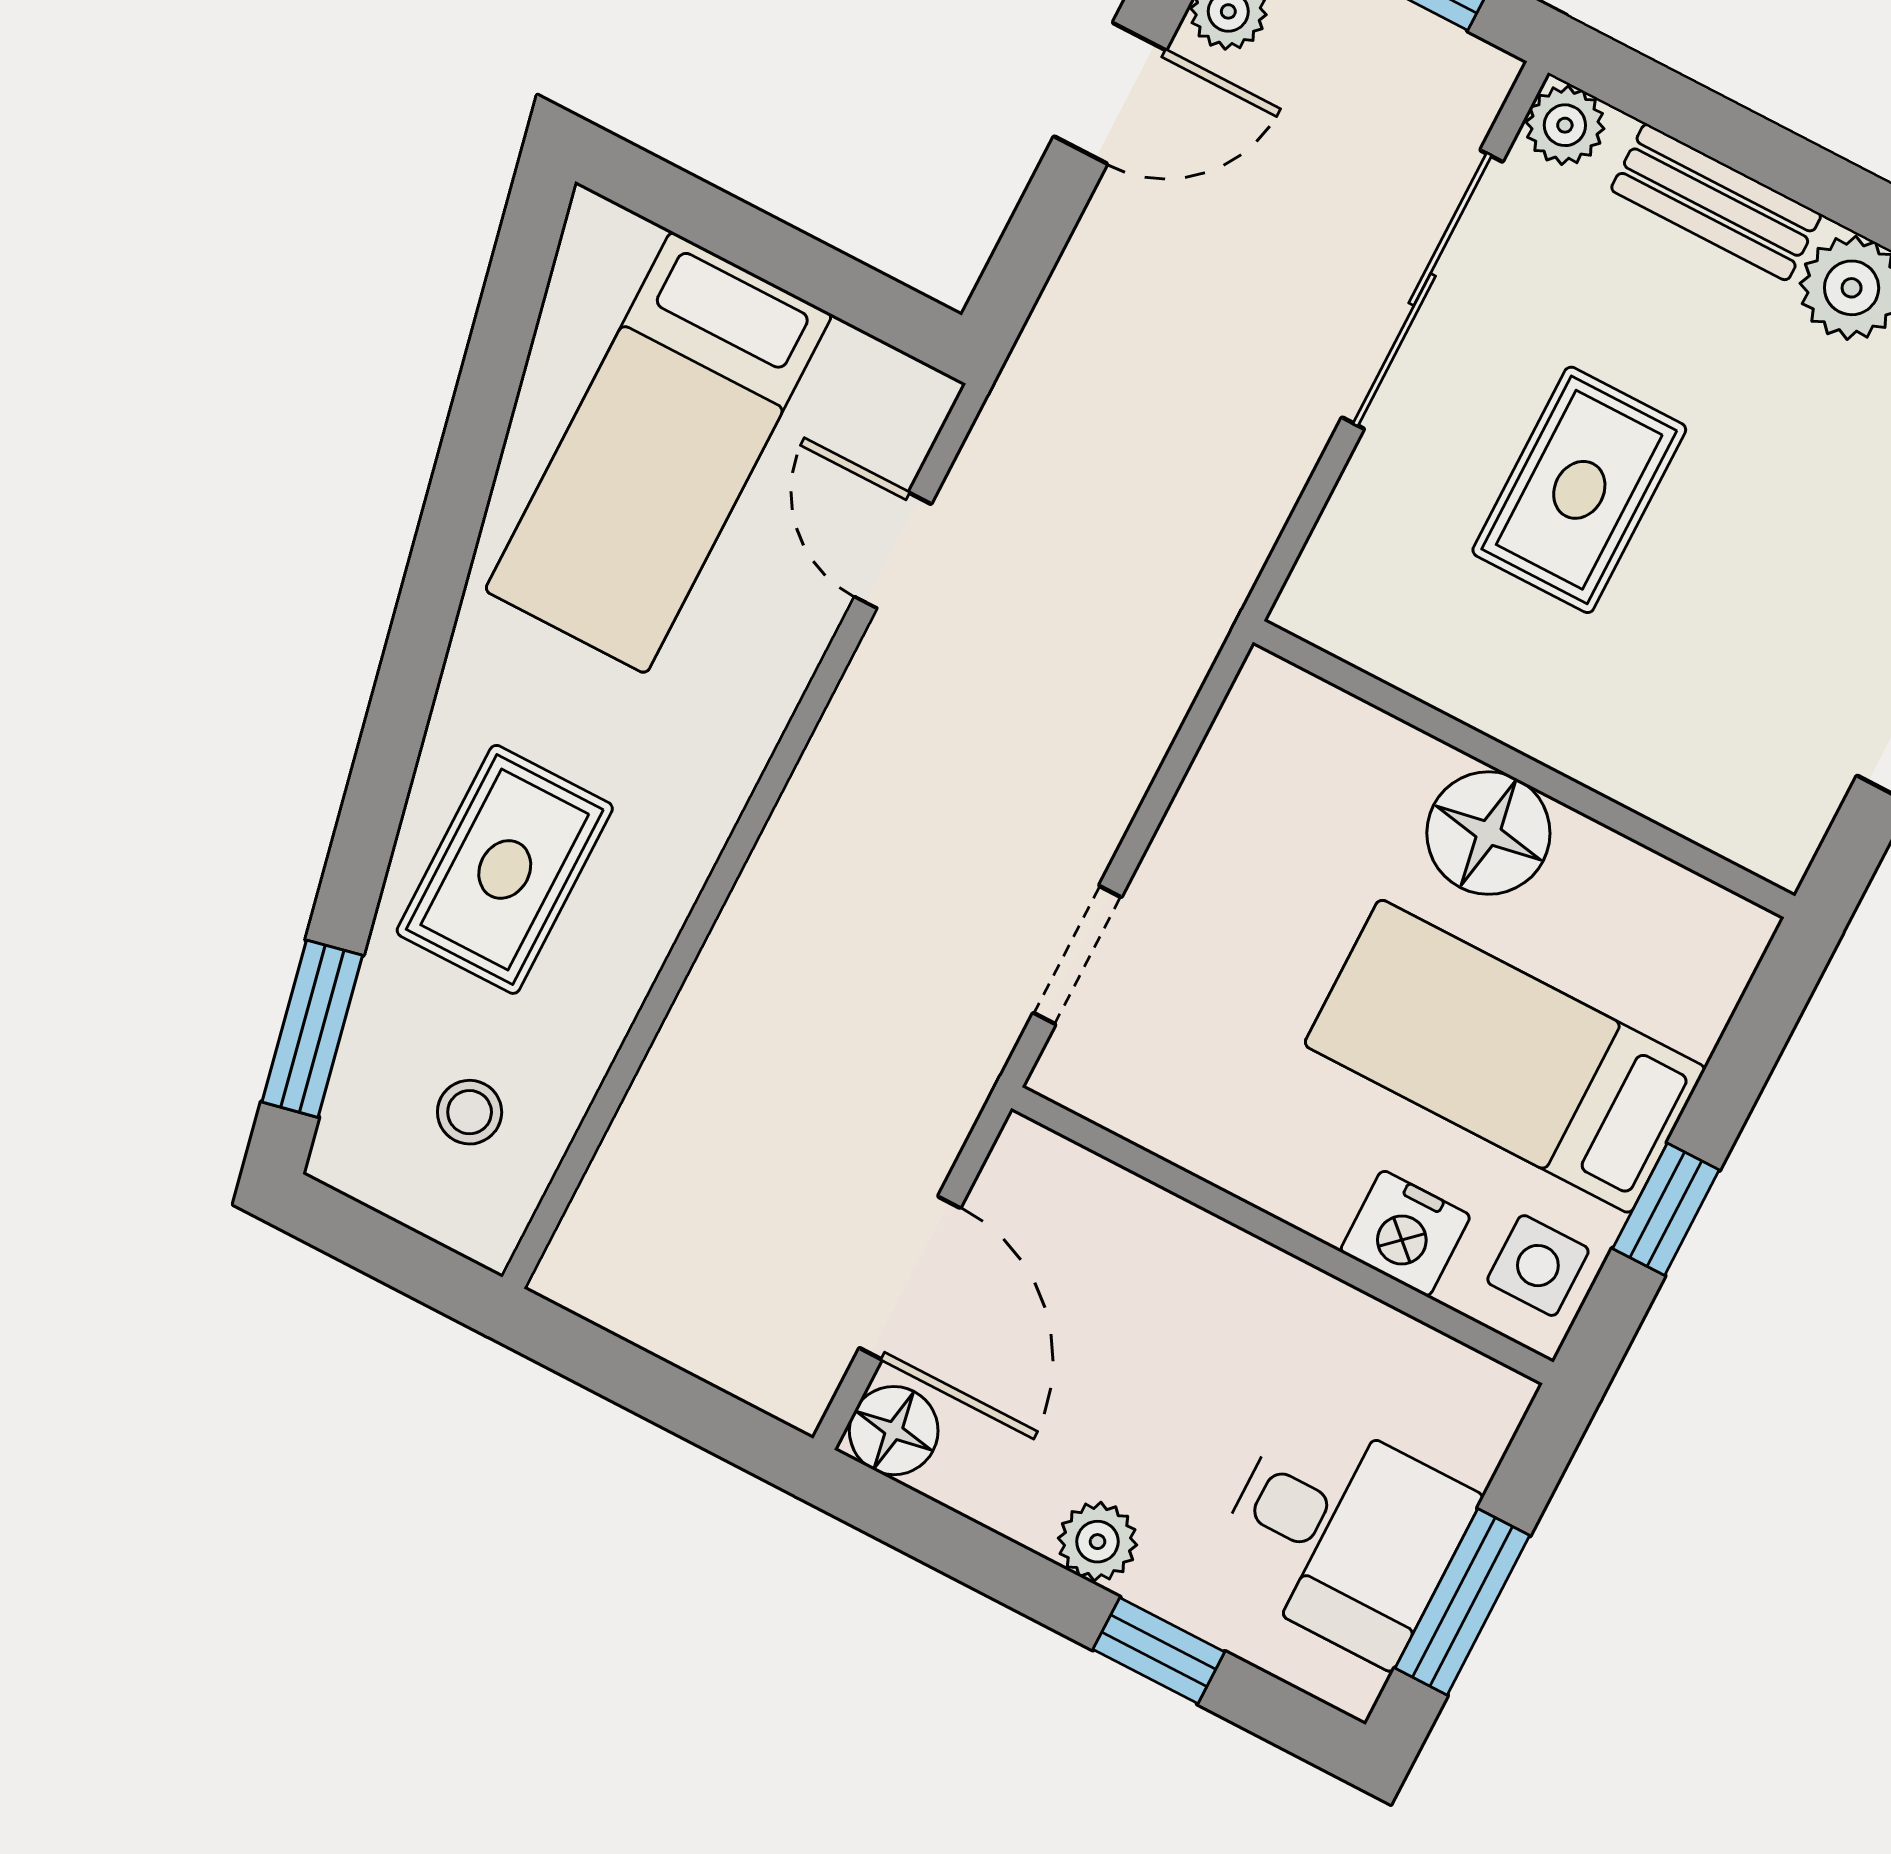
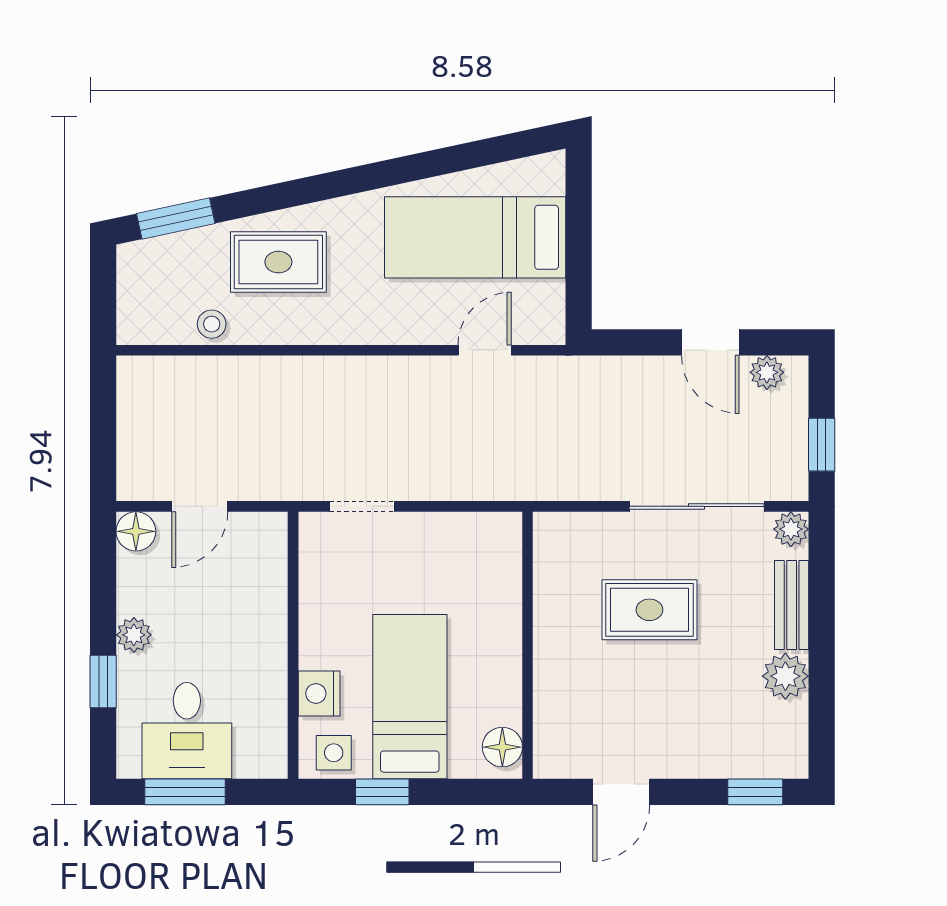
floor lamp: (1488, 833) -> (502, 747), moved, width x0.73, depth x0.73
stool: (470, 1112) -> (212, 324), moved
door: (910, 1278) -> (200, 506), width x0.73

